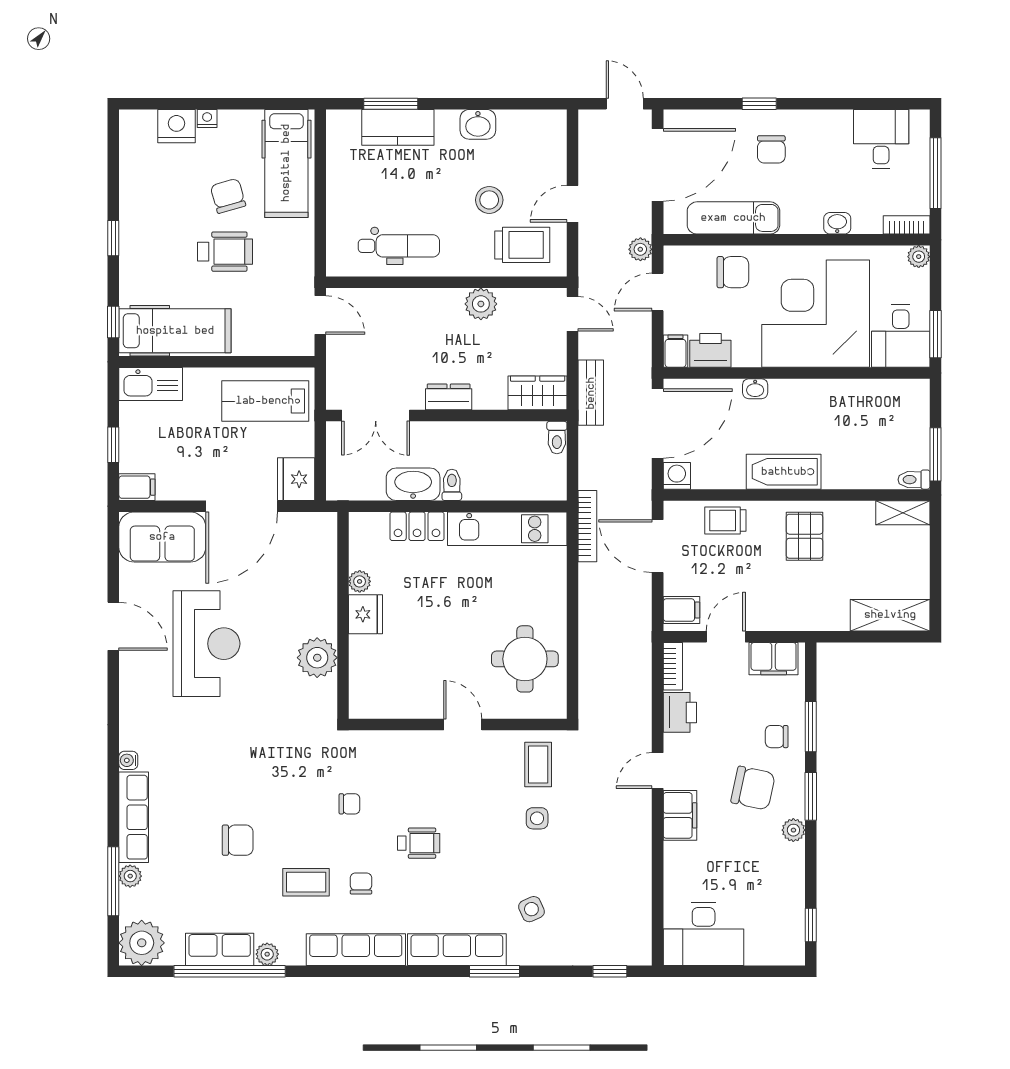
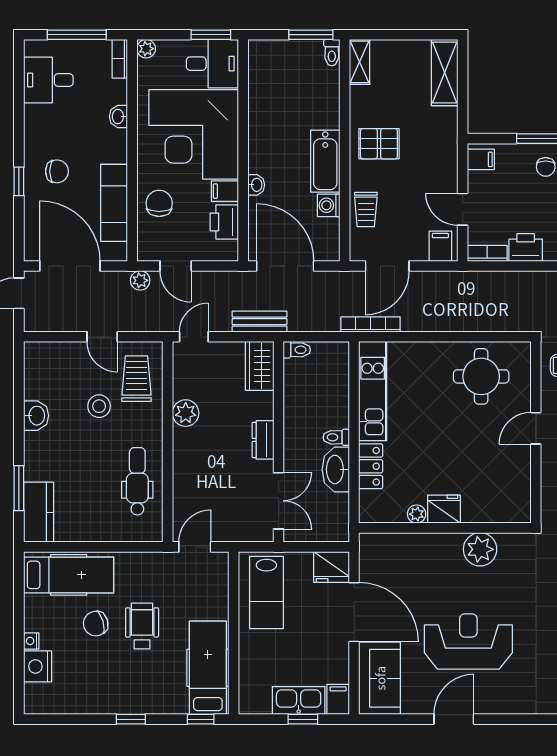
kitchen counter: (398, 127) -> (39, 512), moved
filing cabinet: (676, 351) -> (225, 191), moved
kitchen sink: (151, 384) -> (299, 700), moved, turned -90
washing machine: (677, 476) -> (329, 205), moved
filing cabinet: (774, 659) -> (481, 159), width x0.50

